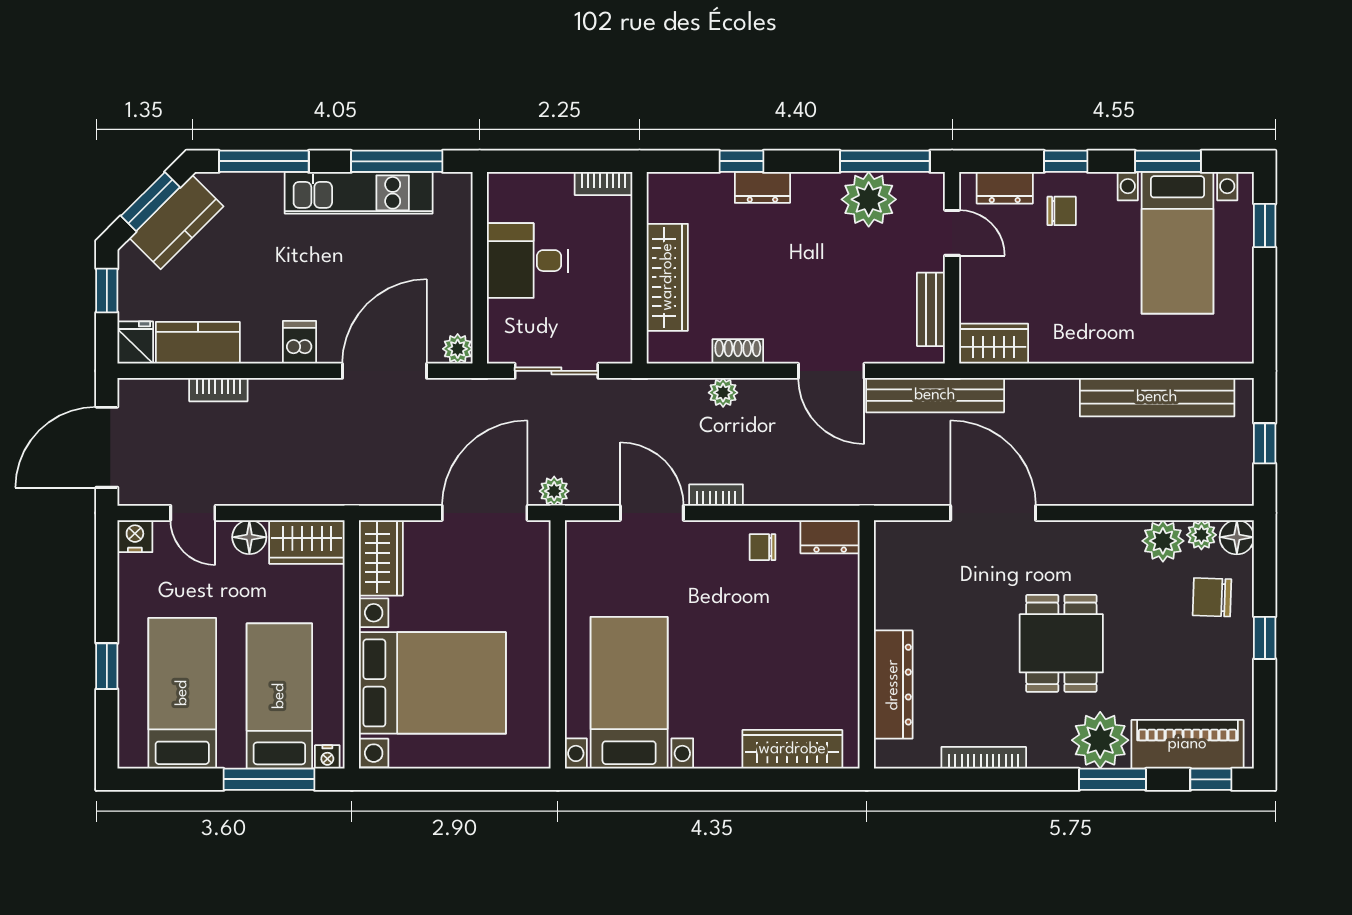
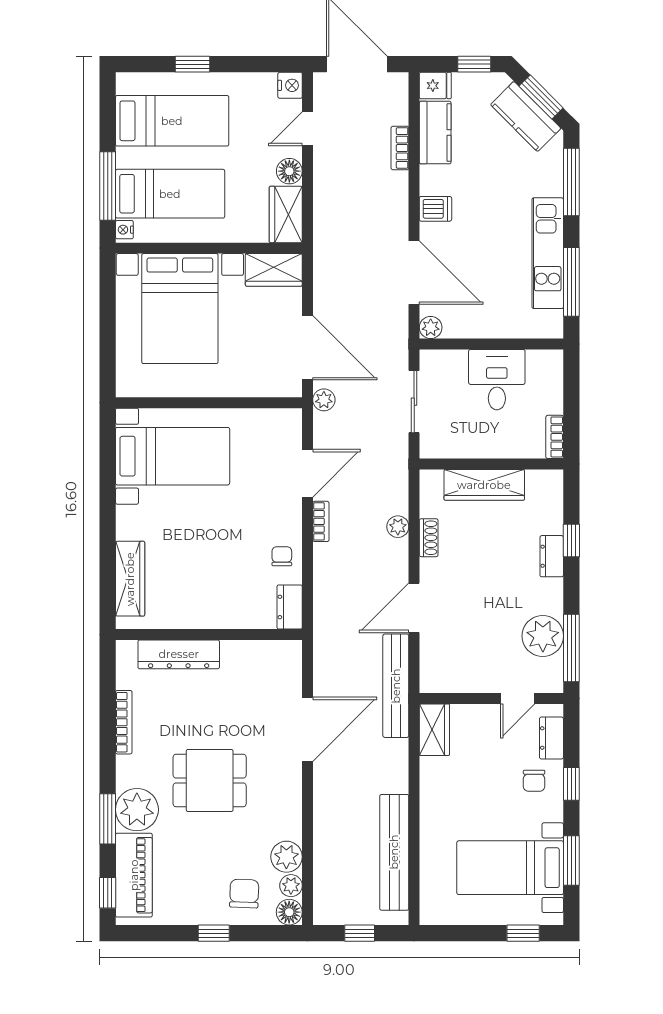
bench: (931, 309) -> (460, 683), removed

